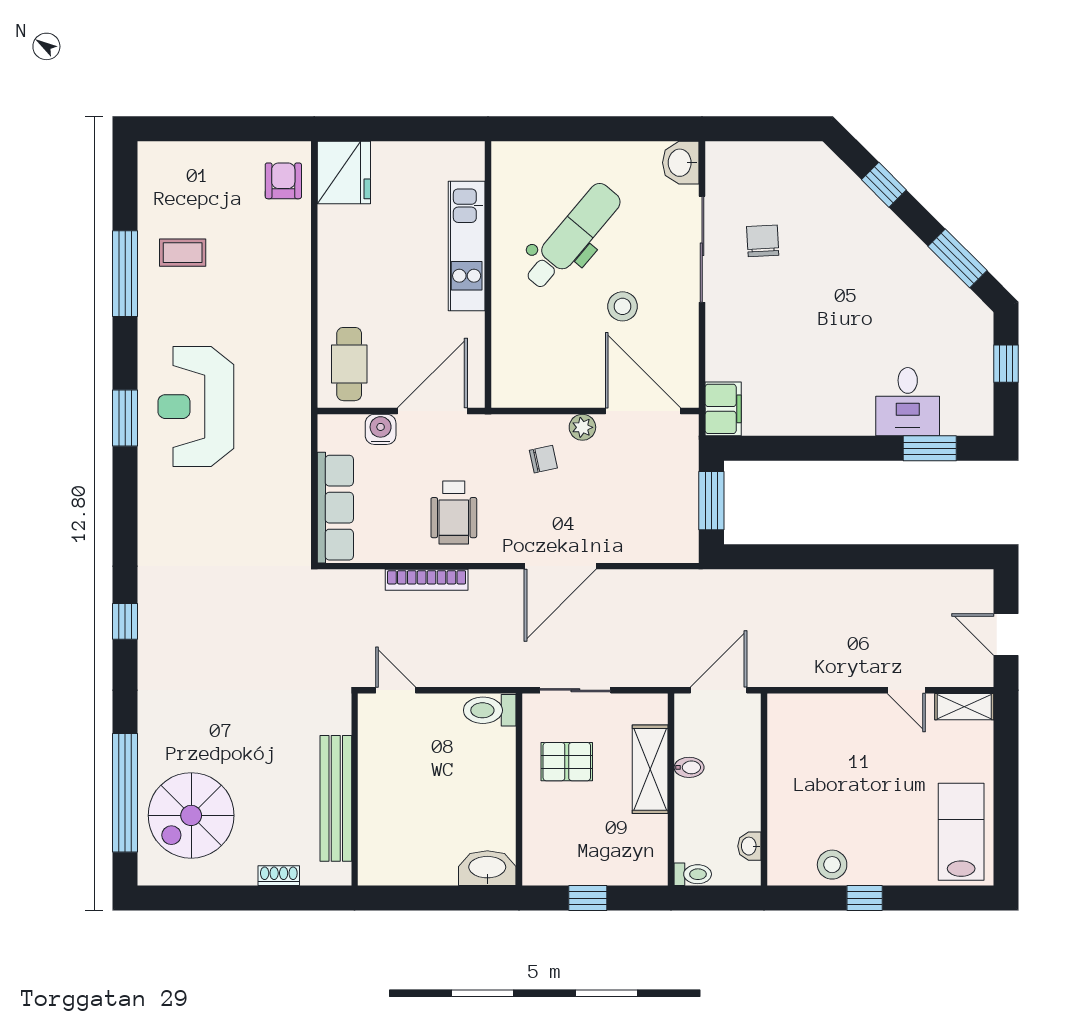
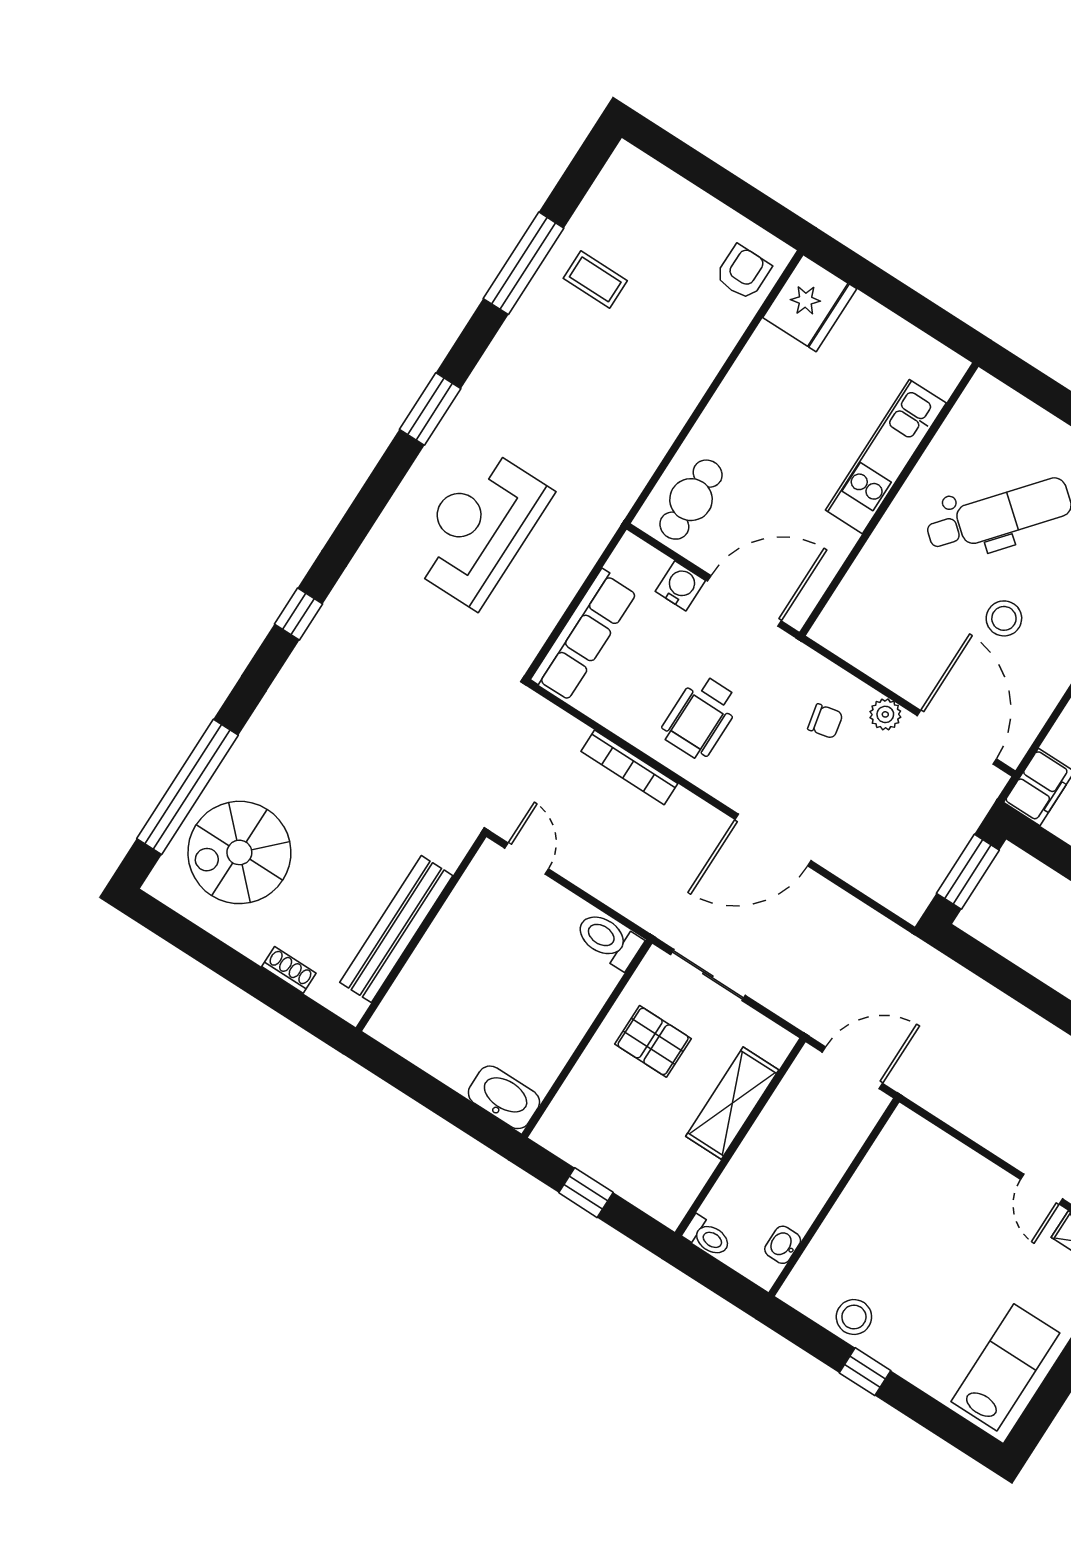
reception desk: (196, 407) -> (479, 528), moved
bidet: (689, 767) -> (773, 1126), removed

